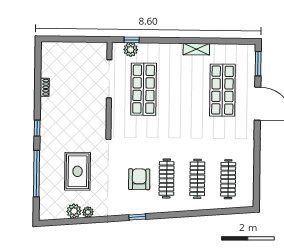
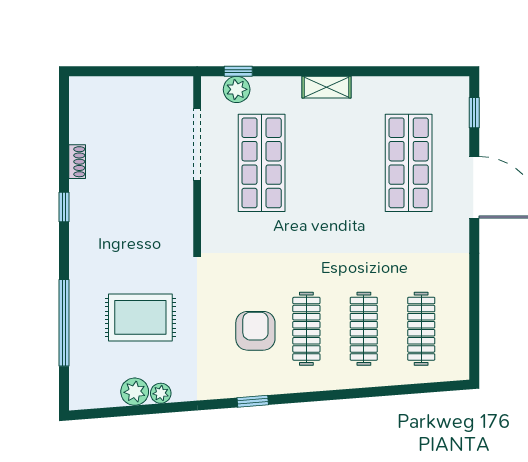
shelving: (196, 49) -> (327, 87), moved
window: (258, 64) -> (474, 113), width x0.67
window: (37, 128) -> (64, 207), moved
rug: (78, 171) -> (140, 317), turned 90

